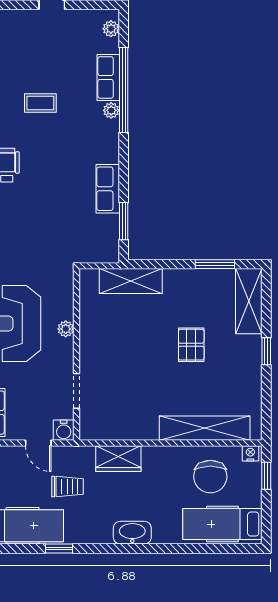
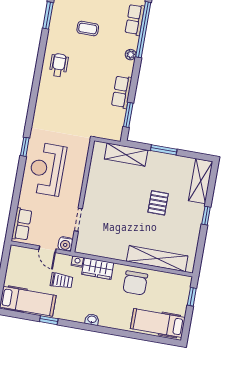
plant: (111, 110) -> (131, 55), moved
window: (215, 264) -> (164, 150), moved
plant: (66, 329) -> (78, 178), removed
nightstand: (250, 453) -> (77, 261), moved
chair: (210, 477) -> (135, 283), moved
washbasin: (132, 533) -> (92, 320), width x0.52, depth x0.69

